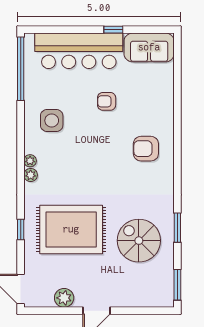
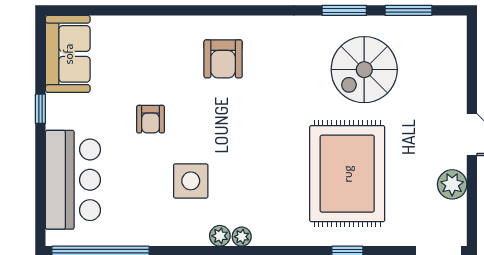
bar counter: (79, 51) -> (73, 180), width x0.73
side table: (52, 121) -> (191, 181), moved
plant: (31, 175) -> (220, 236), moved
window: (177, 285) -> (409, 10), moved

